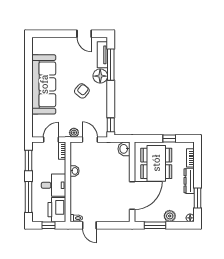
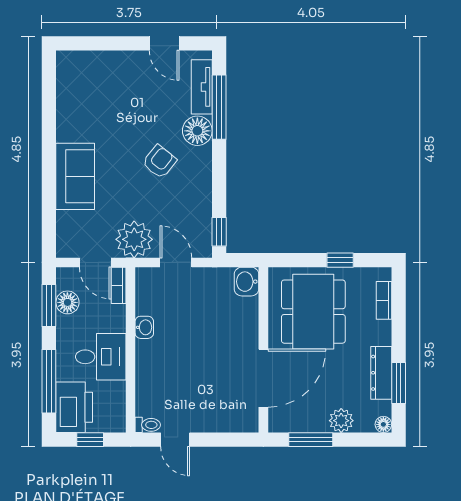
sofa: (44, 84) -> (75, 176), width x0.54, depth x0.79
plant: (74, 133) -> (134, 239), width x1.87, depth x1.87
door: (51, 140) -> (95, 262), swing flipped
floor lamp: (38, 159) -> (67, 302), added
dresser: (189, 181) -> (381, 373), moved
printer: (57, 210) -> (74, 407), moved, turned 180

